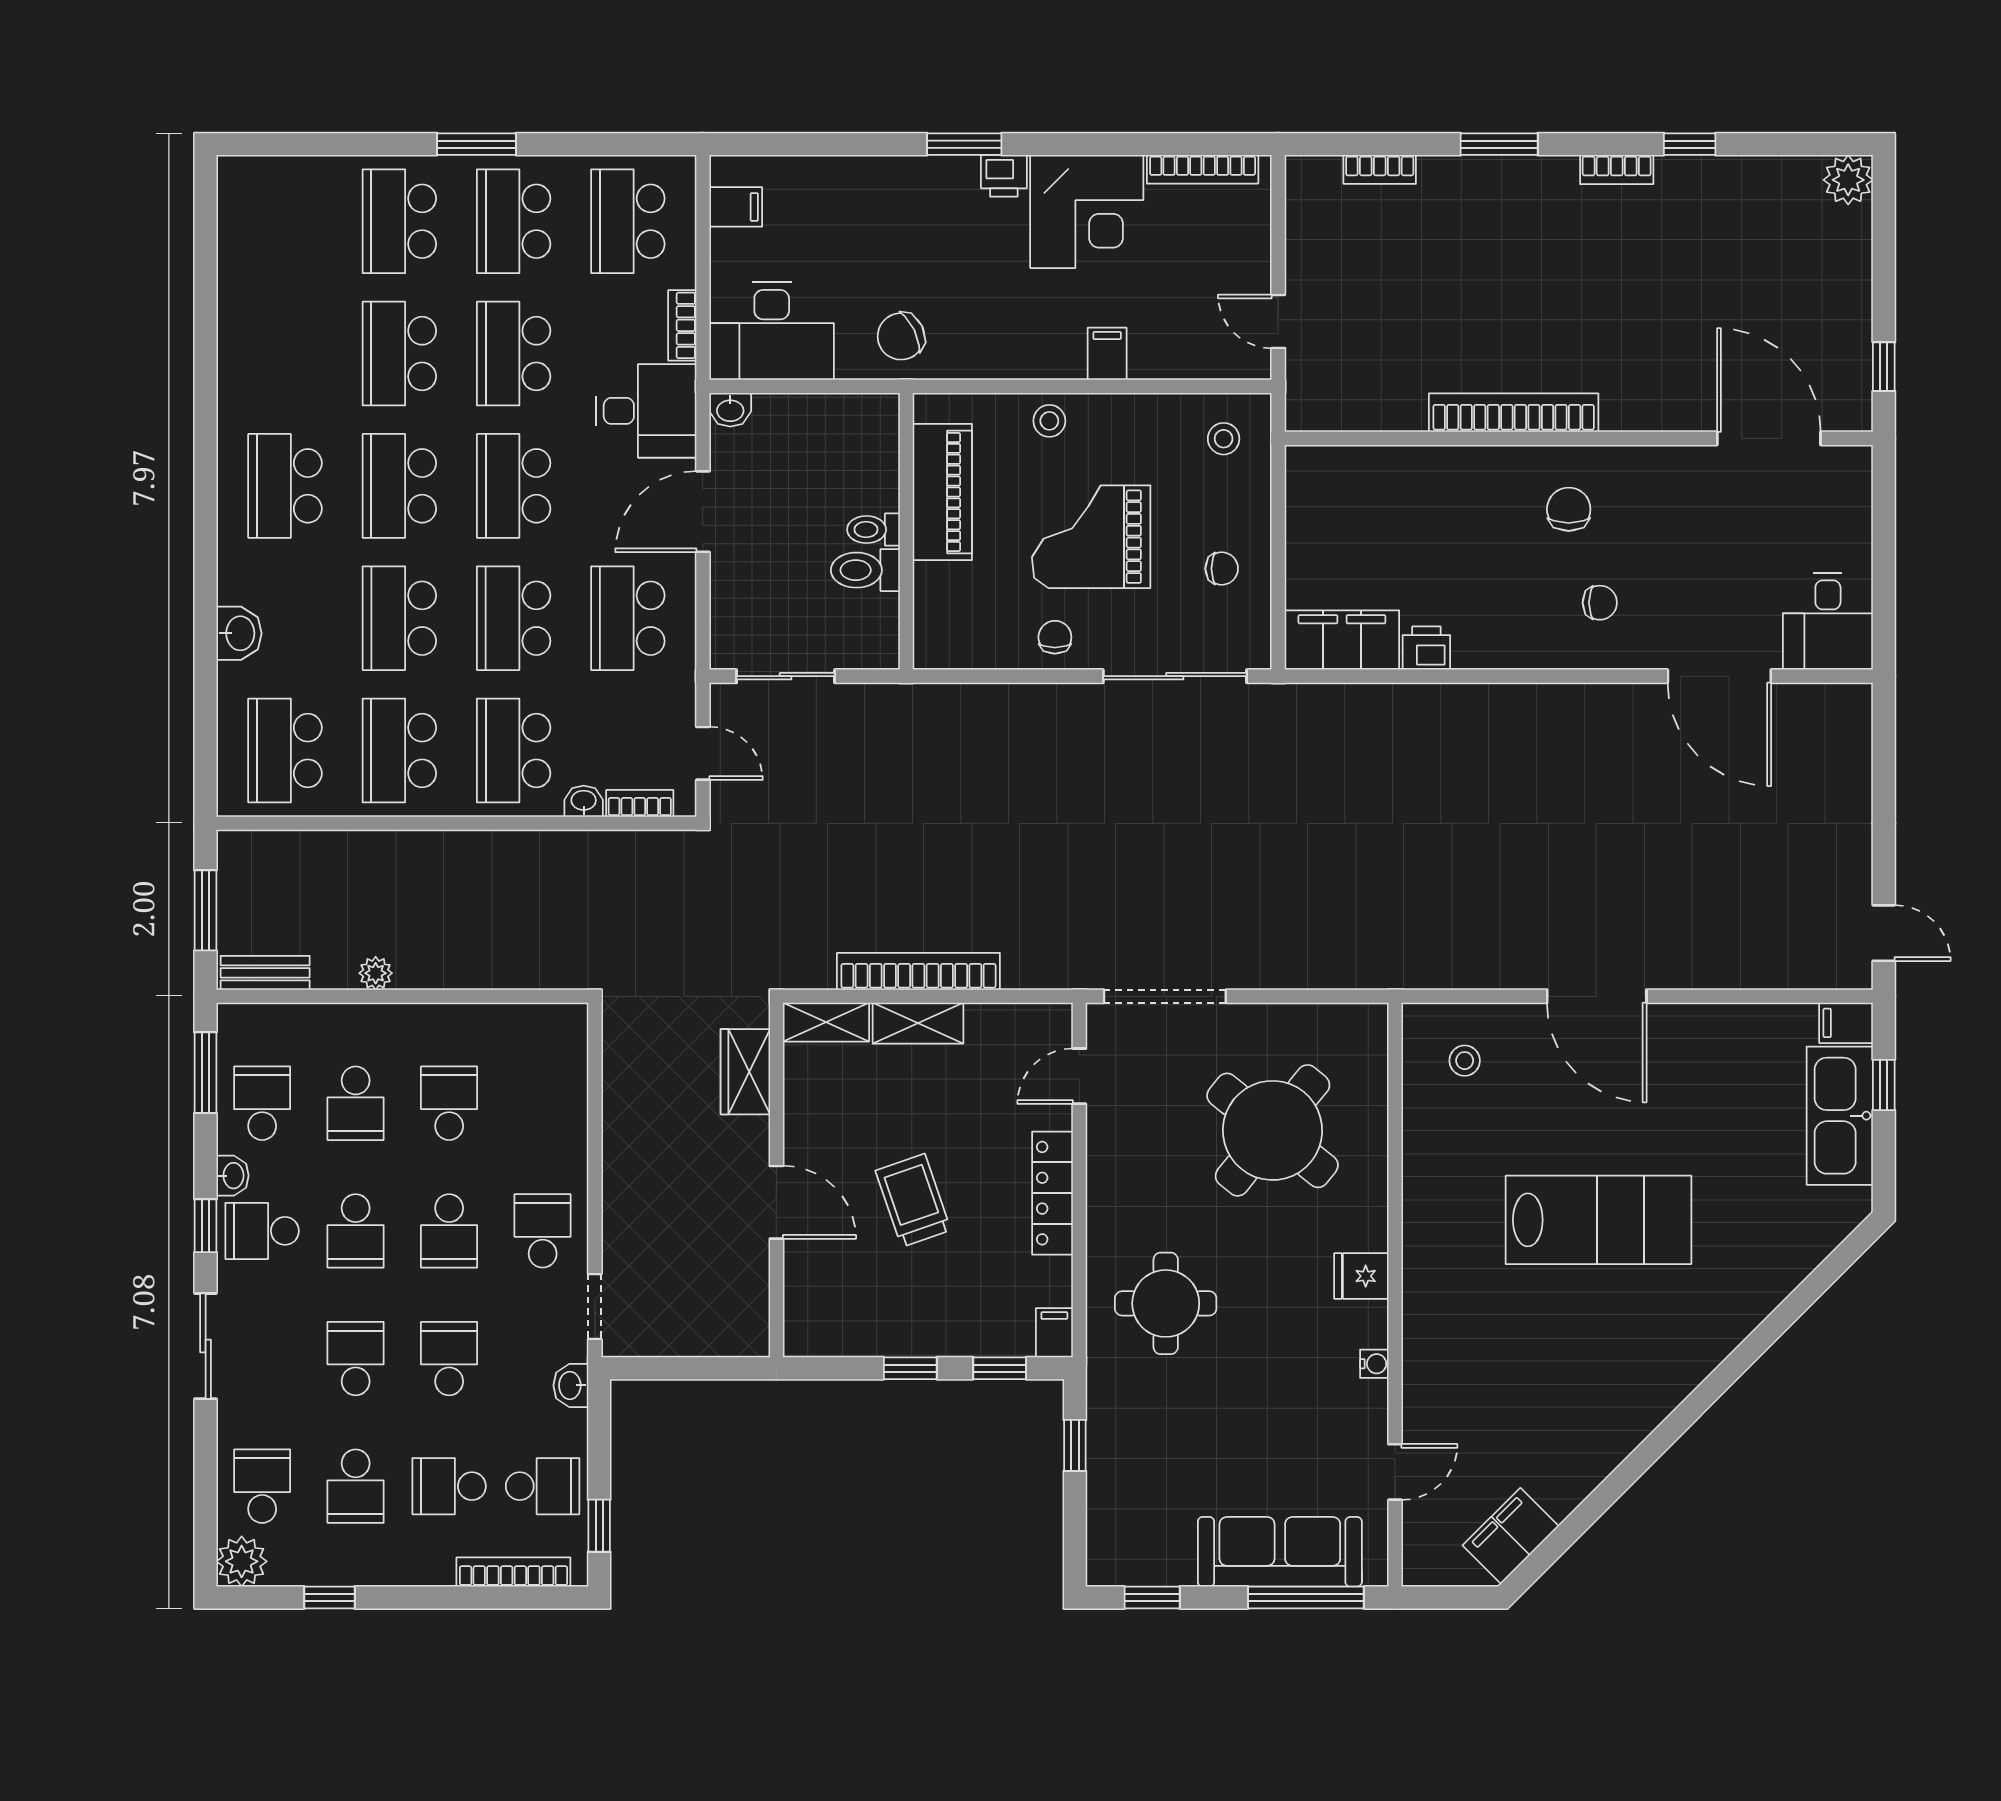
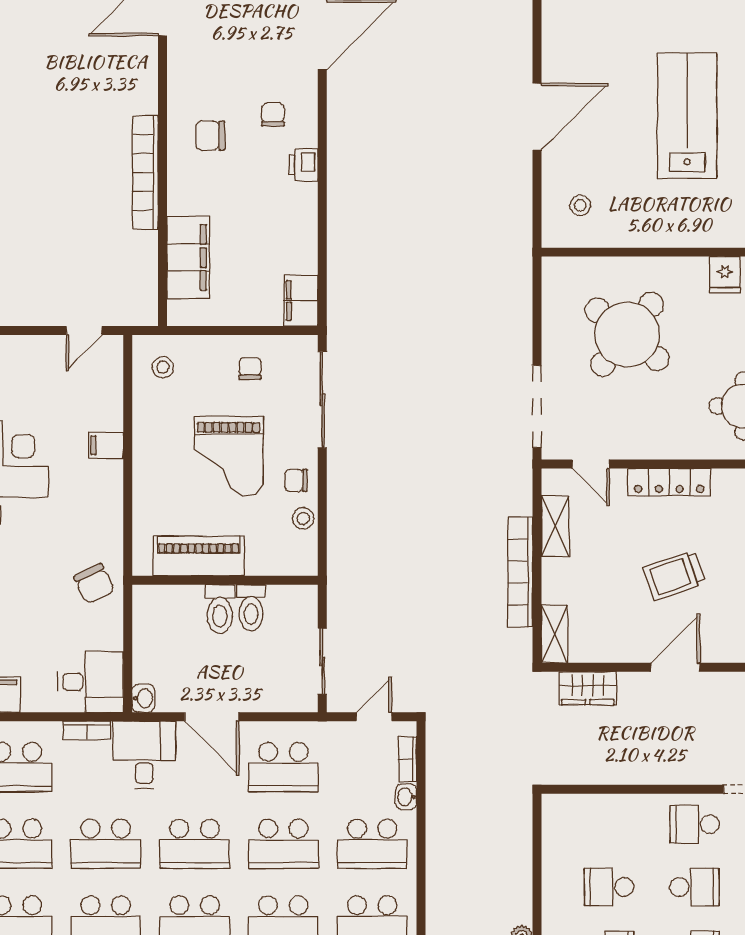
desk: (772, 331) -> (91, 682), width x0.73
stool: (1049, 421) -> (303, 519), moved
filing cabinet: (1387, 477) -> (188, 257), added
toilet: (873, 530) -> (220, 609), width x1.37, depth x1.39
filing cabinet: (1342, 640) -> (301, 301), width x0.67, depth x0.86
printer: (1426, 648) -> (303, 165), moved
shelving: (918, 1023) -> (555, 526), moved

